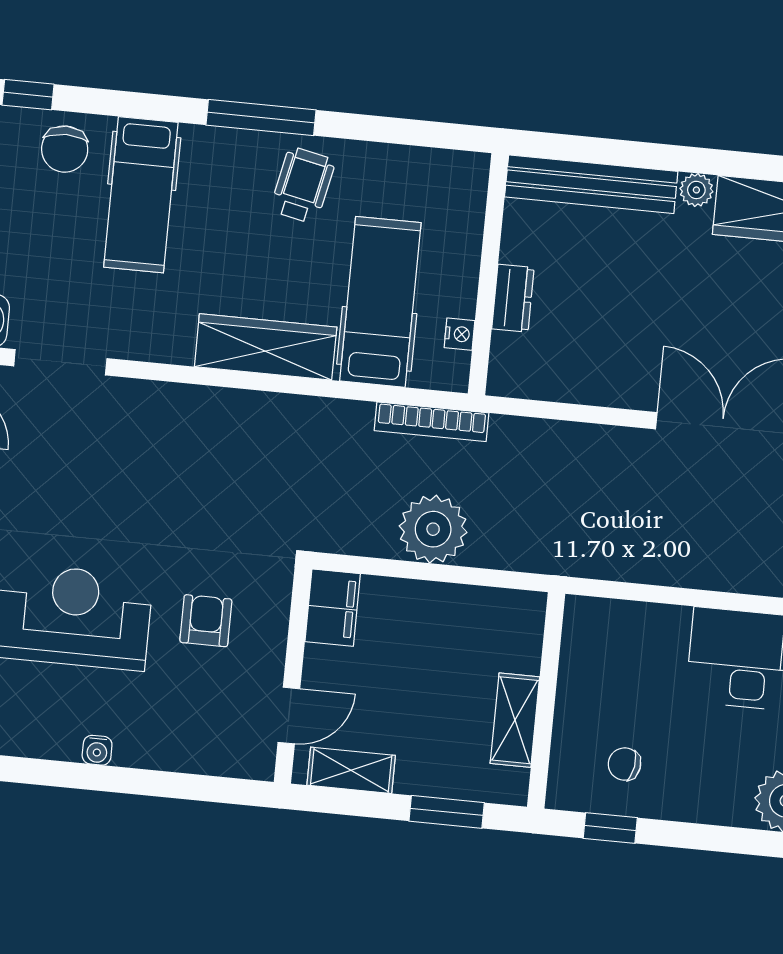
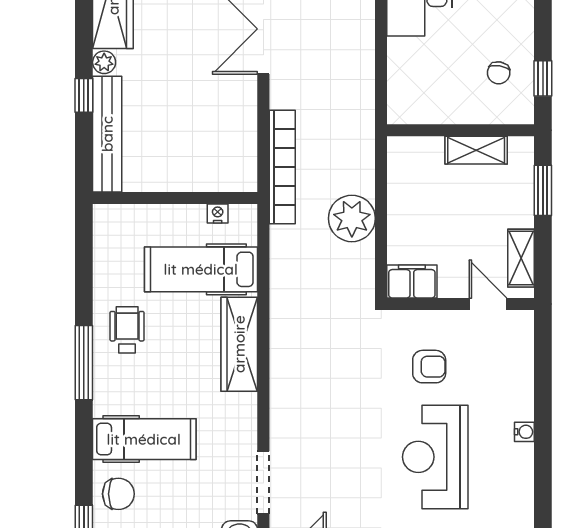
window: (651, 156) -> (84, 95), added
wheelchair: (303, 185) -> (127, 330), turned 78
dresser: (513, 298) -> (190, 180), removed
bookcase: (432, 422) -> (282, 167), moved, width x1.48, depth x1.31
armchair: (206, 621) -> (429, 367), turned 180

